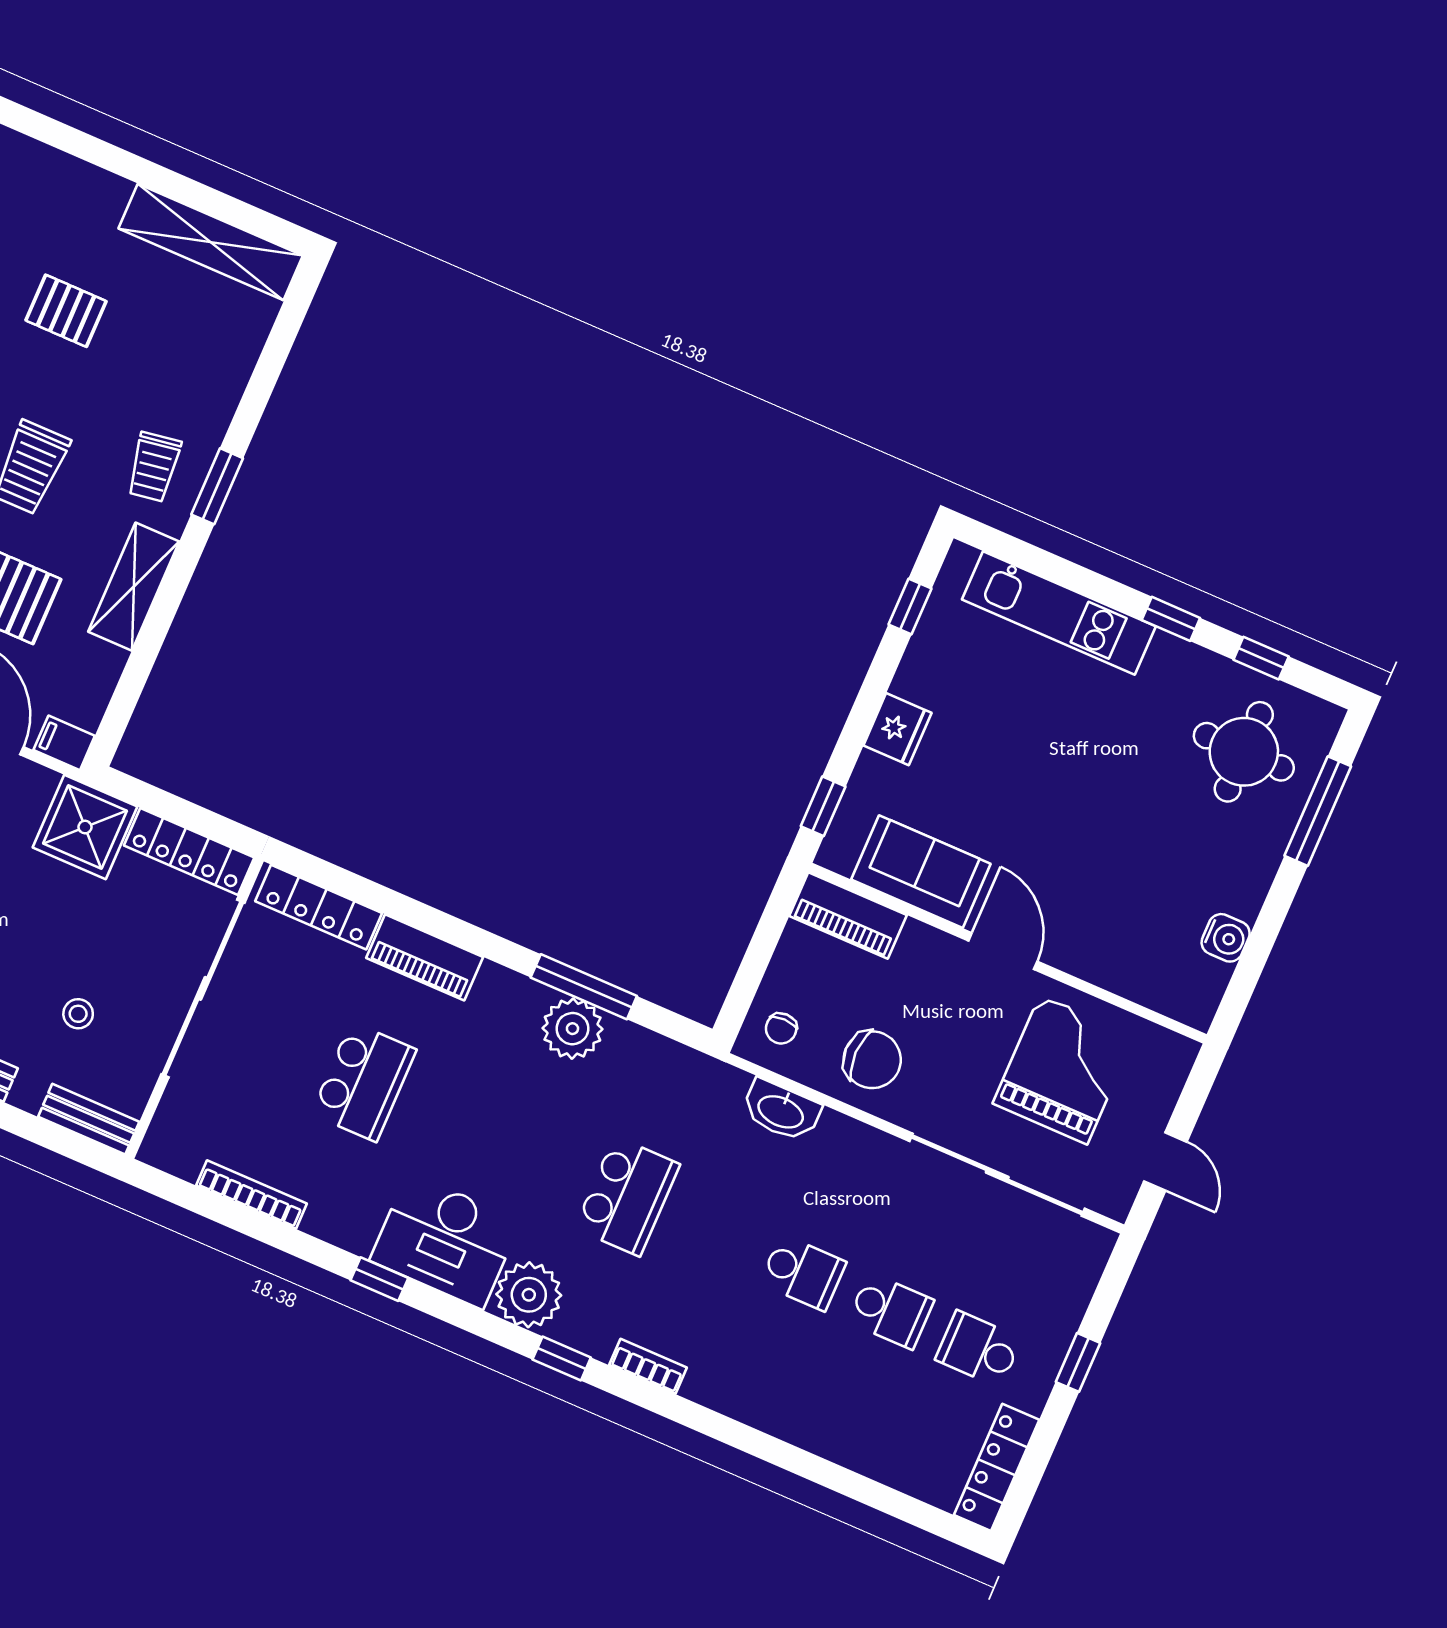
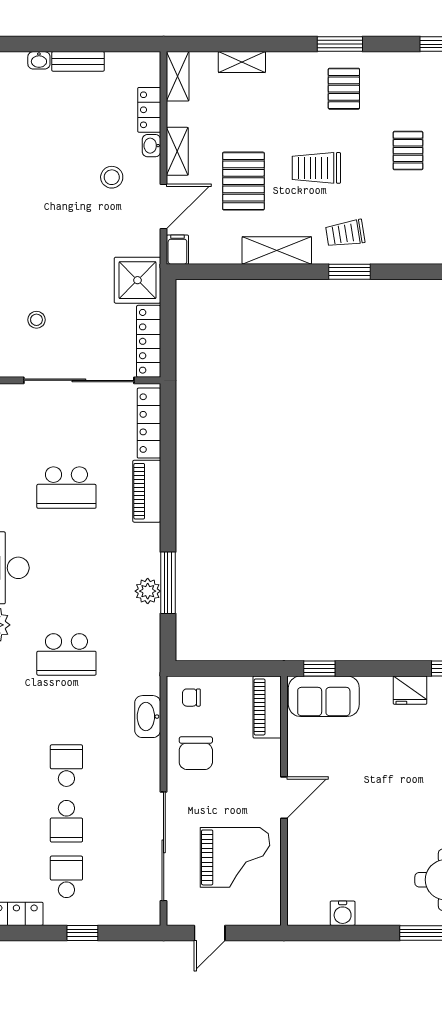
fridge: (897, 729) -> (410, 690), moved
sofa: (921, 872) -> (324, 696), moved, turned 90
plant: (572, 1029) -> (148, 591), width x0.73, depth x0.73
school desk: (803, 1273) -> (66, 766), turned 180

